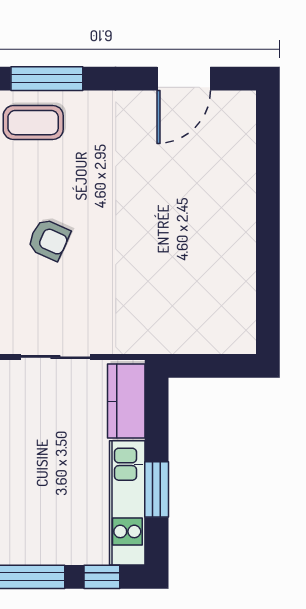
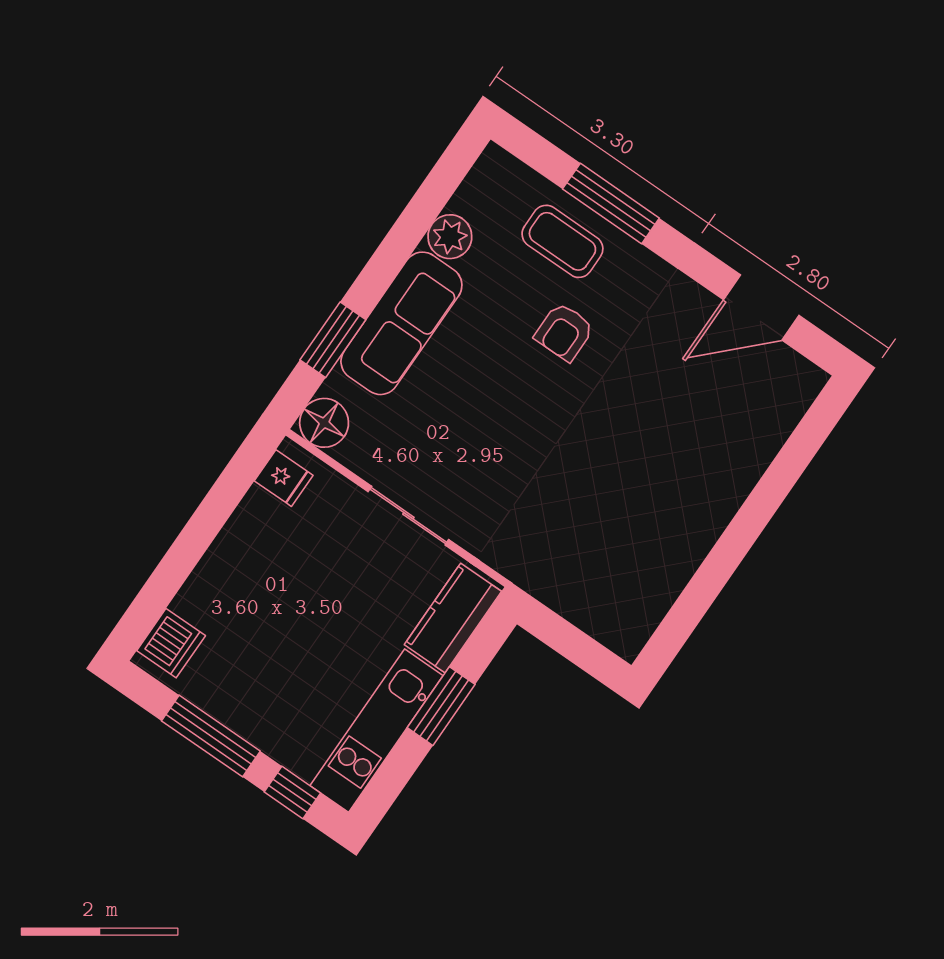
armchair: (49, 240) -> (564, 332), moved, turned 66
window: (157, 489) -> (441, 706), moved

